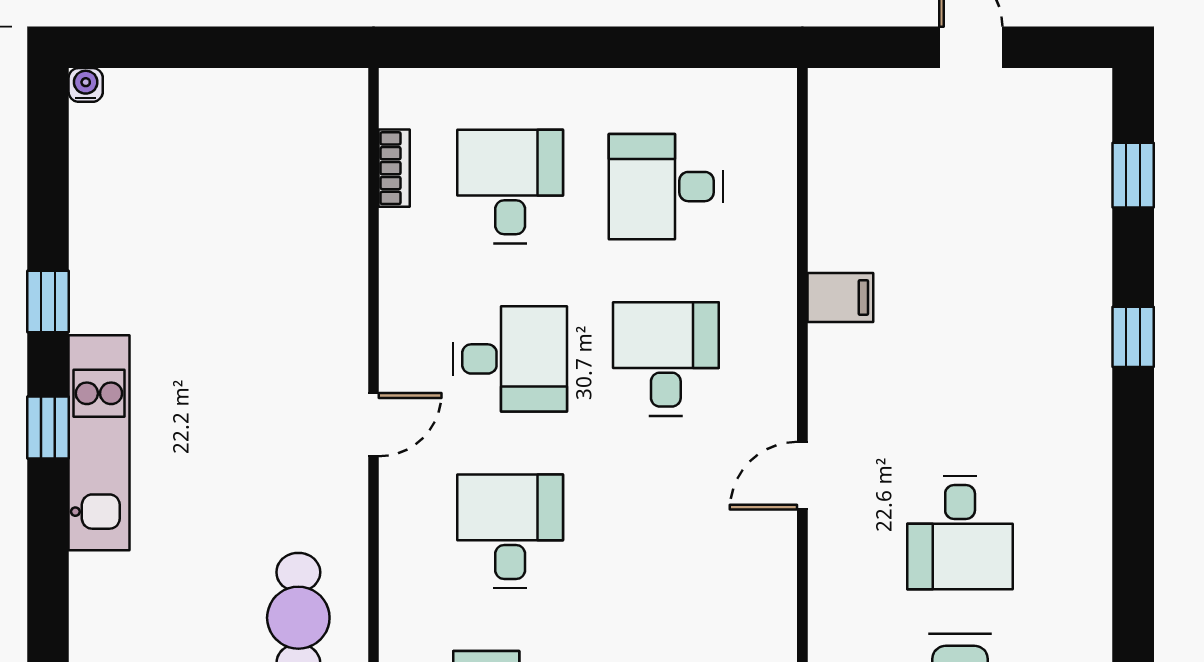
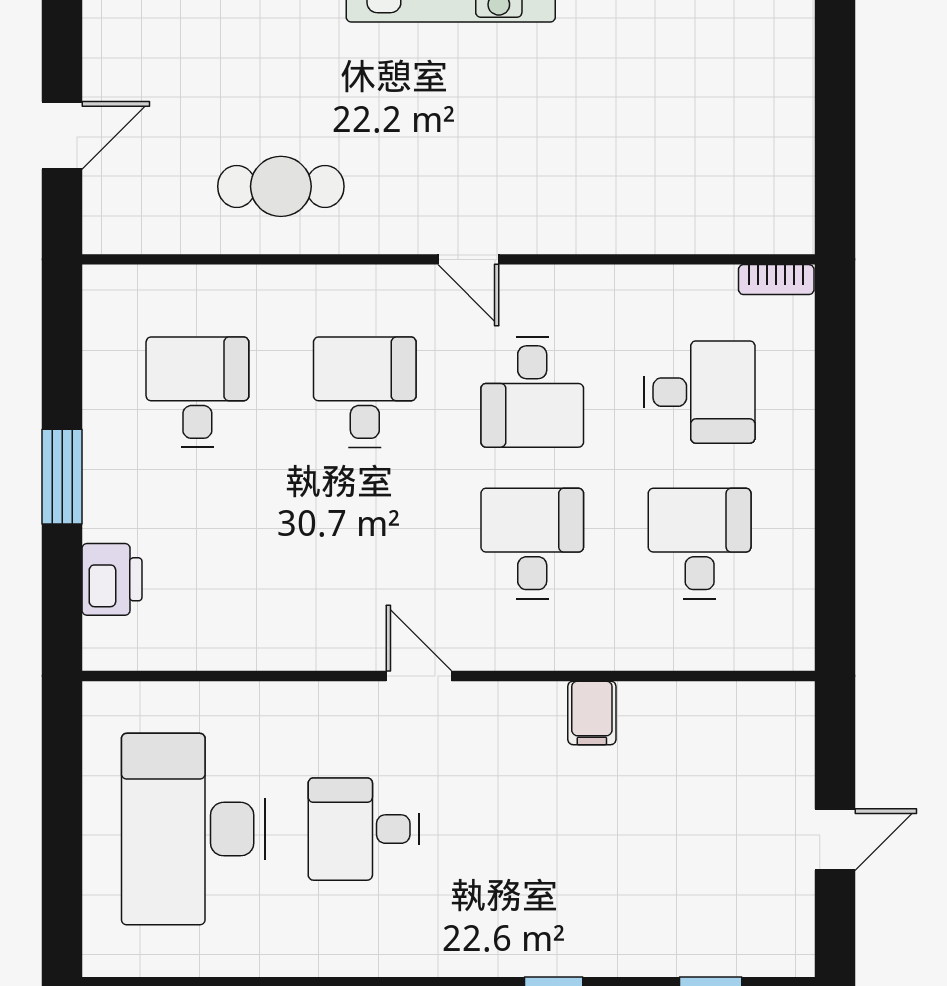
bookcase: (394, 168) -> (776, 280), moved
desk: (666, 359) -> (532, 543), turned -90
desk: (510, 531) -> (365, 392), turned -90

